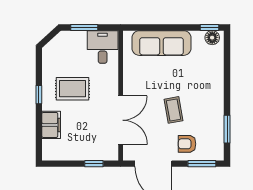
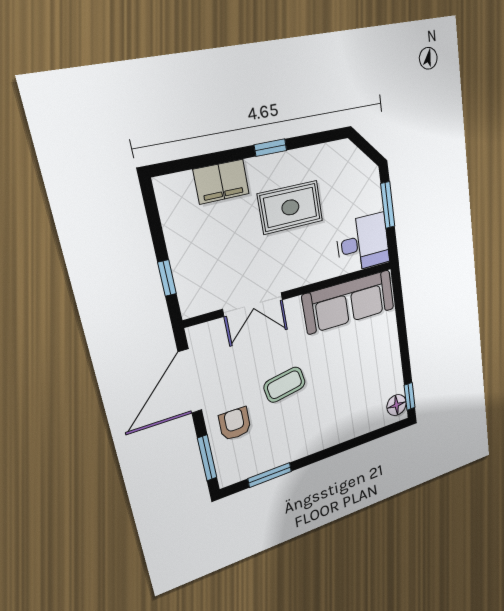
sofa: (162, 43) -> (349, 302), moved, turned -90
rug: (72, 89) -> (290, 207), turned 90
double door: (121, 120) -> (253, 304), width x0.73

